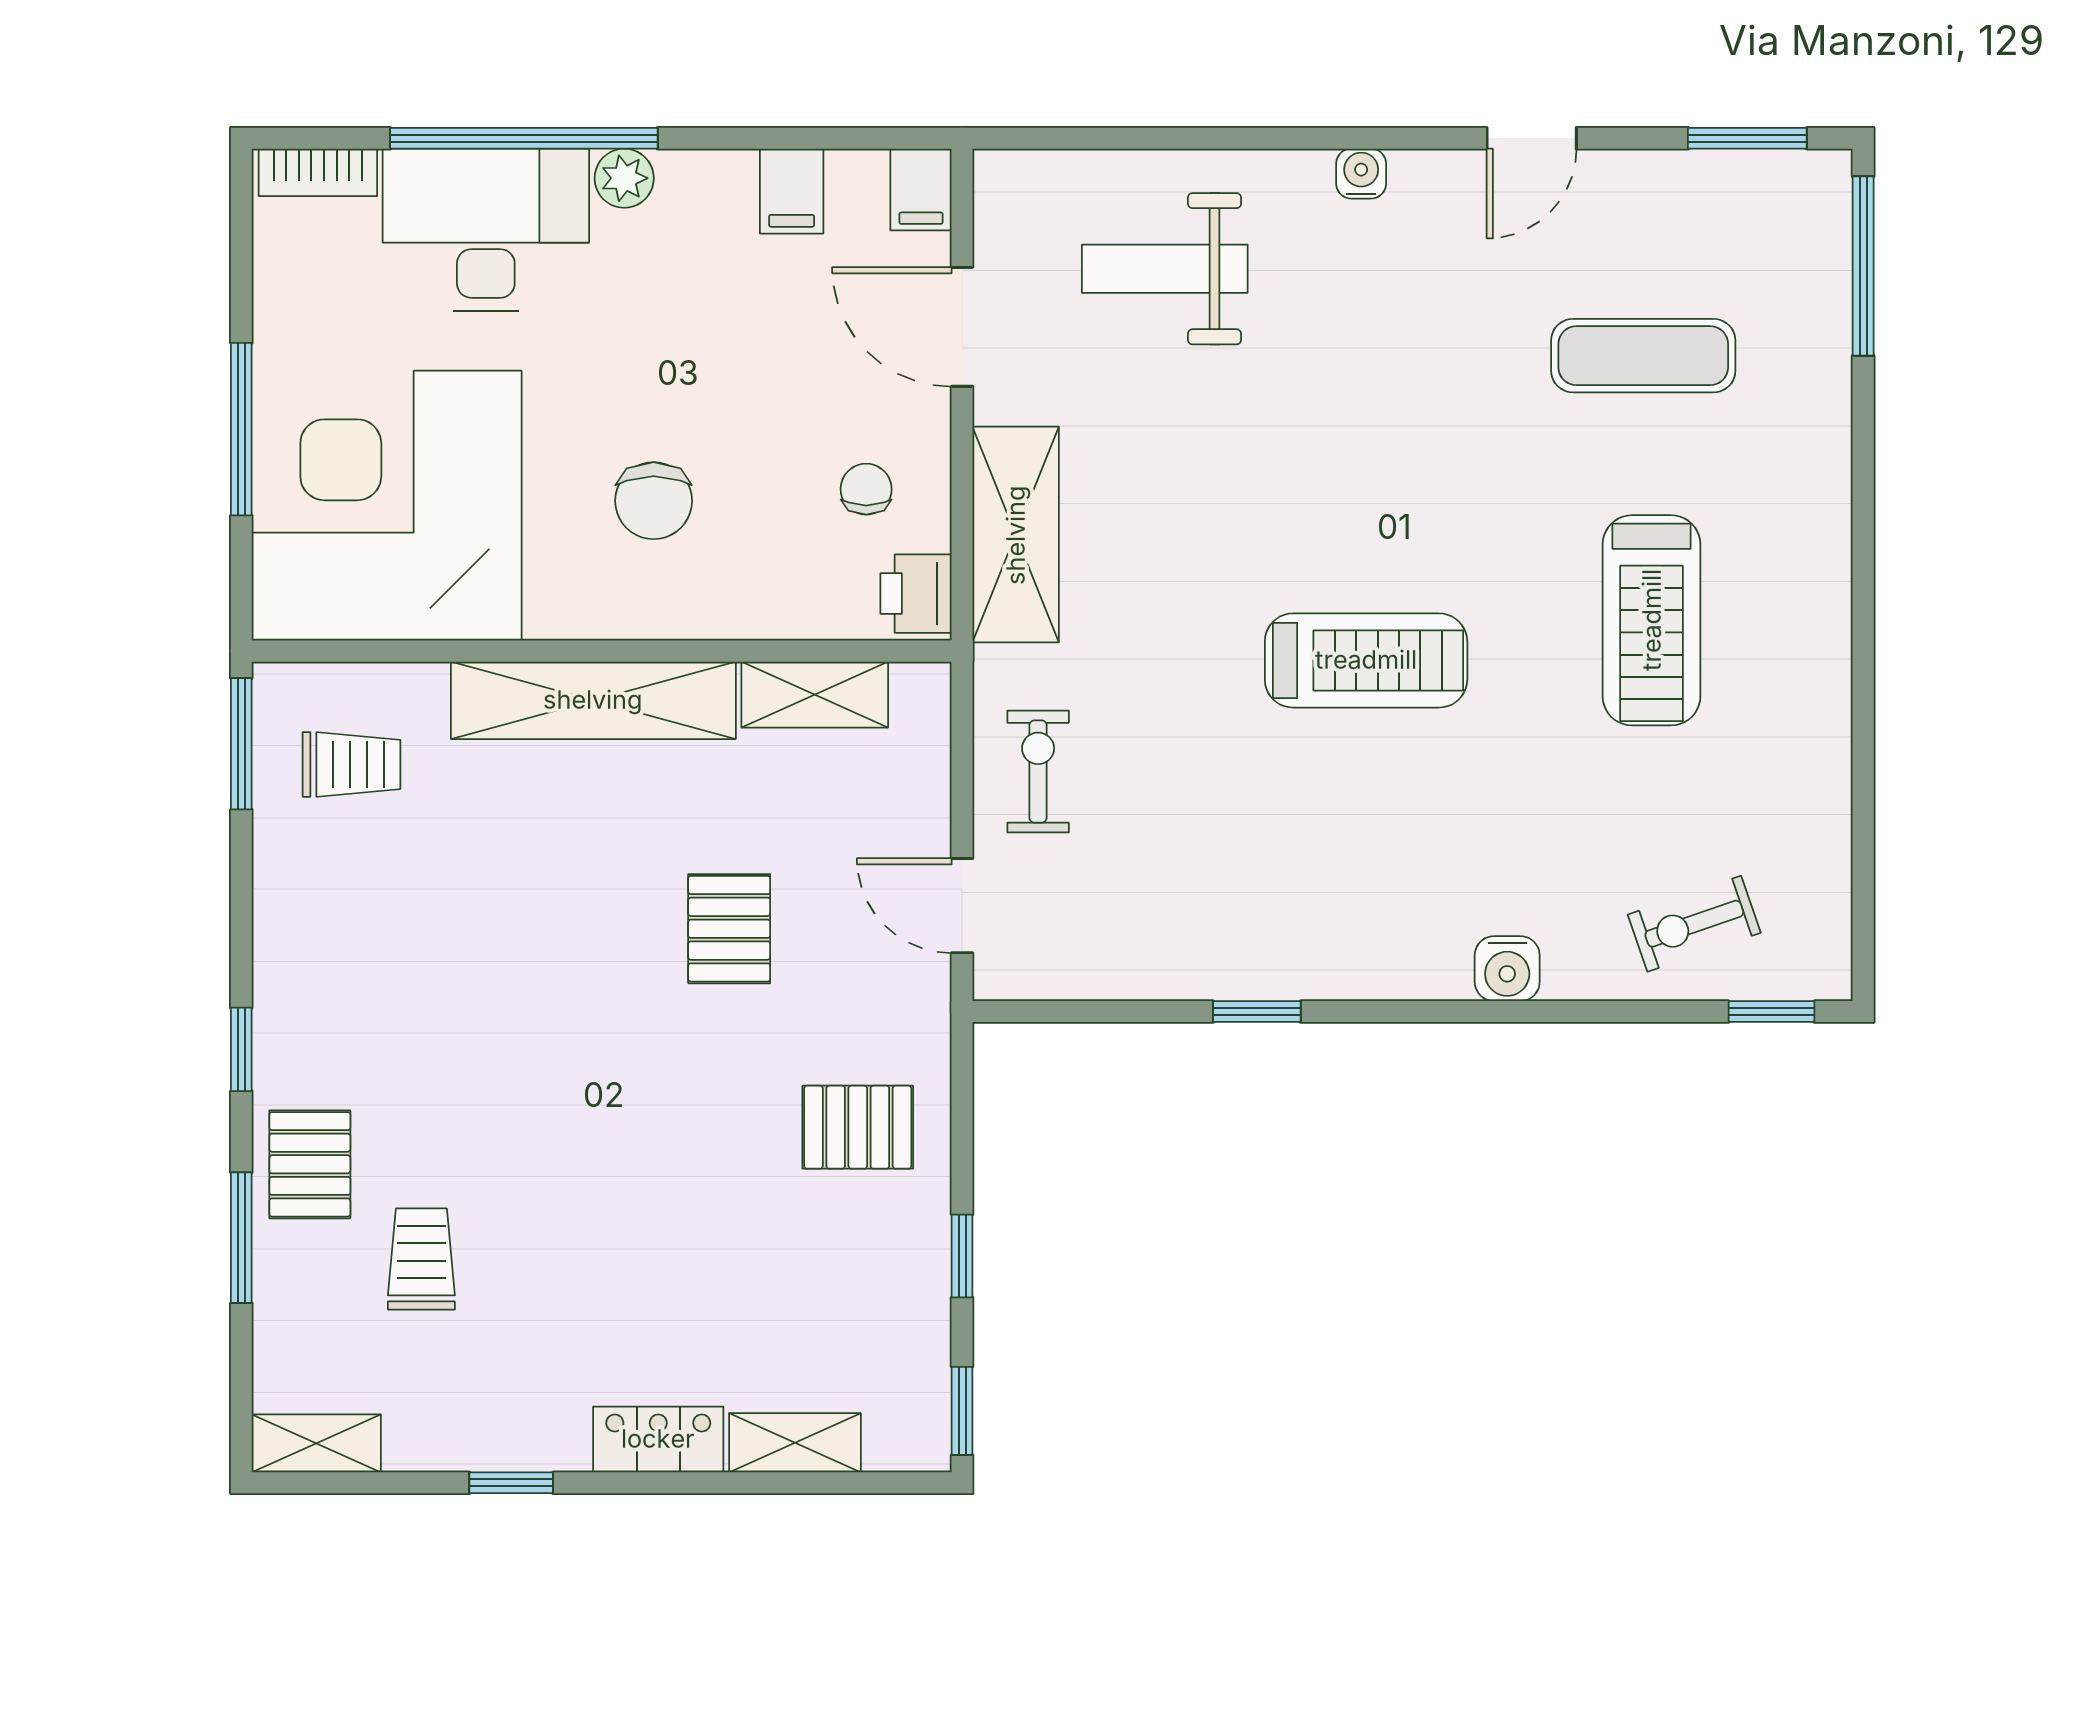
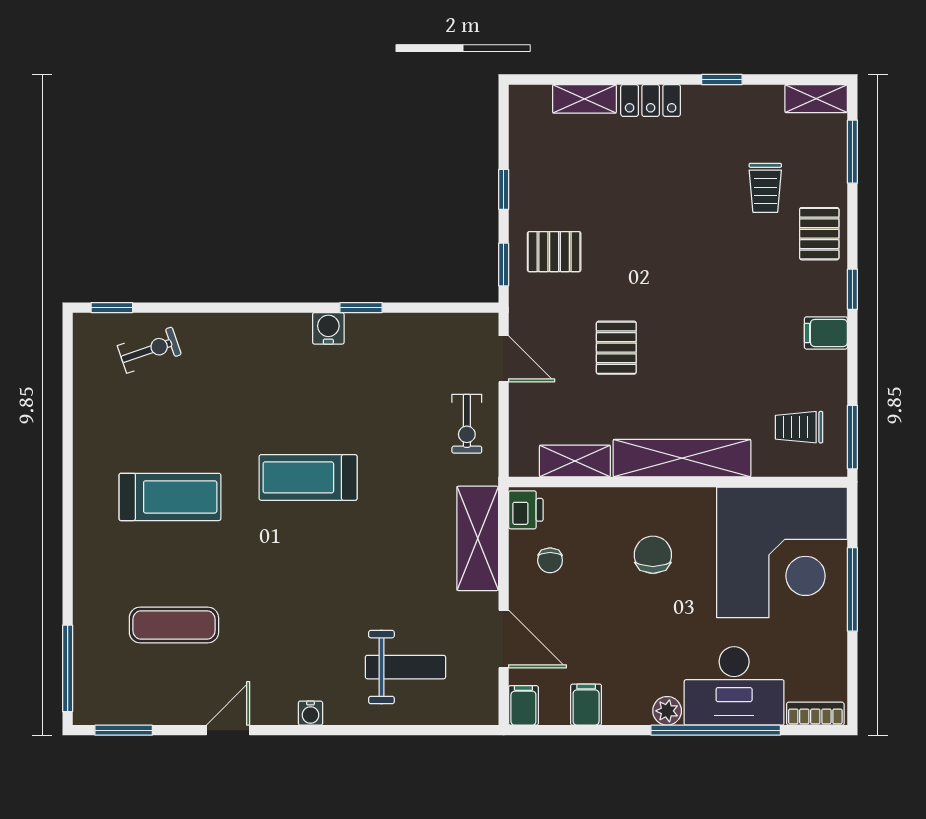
treadmill: (1652, 620) -> (170, 497), turned 90
filing cabinet: (296, 959) -> (826, 333), added
water cooler: (1507, 969) -> (328, 328), moved
window: (241, 1238) -> (852, 152), moved
window: (962, 1411) -> (504, 264), moved

